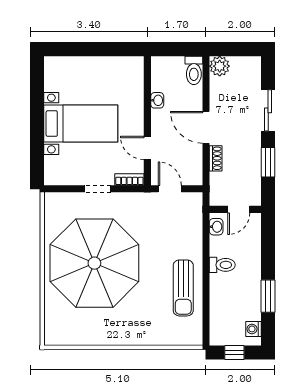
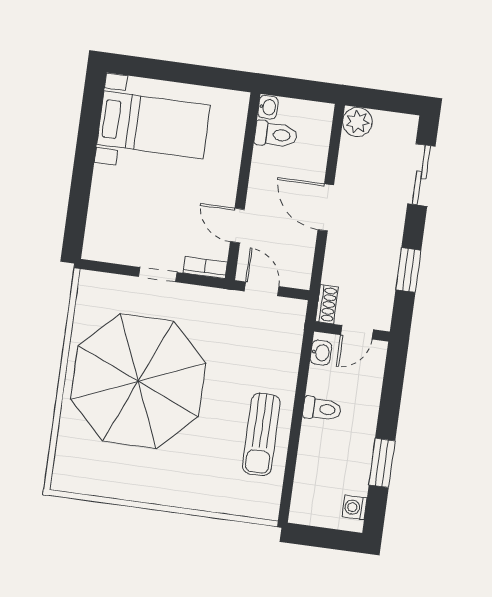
toilet: (194, 70) -> (276, 135), moved, turned -90
washbasin: (157, 100) -> (268, 107), moved
sliding door: (268, 110) -> (421, 175), moved
bed with nightstands: (81, 124) -> (153, 125), moved
shoe rack: (216, 158) -> (327, 304), moved
window: (234, 352) -> (322, 537), removed

